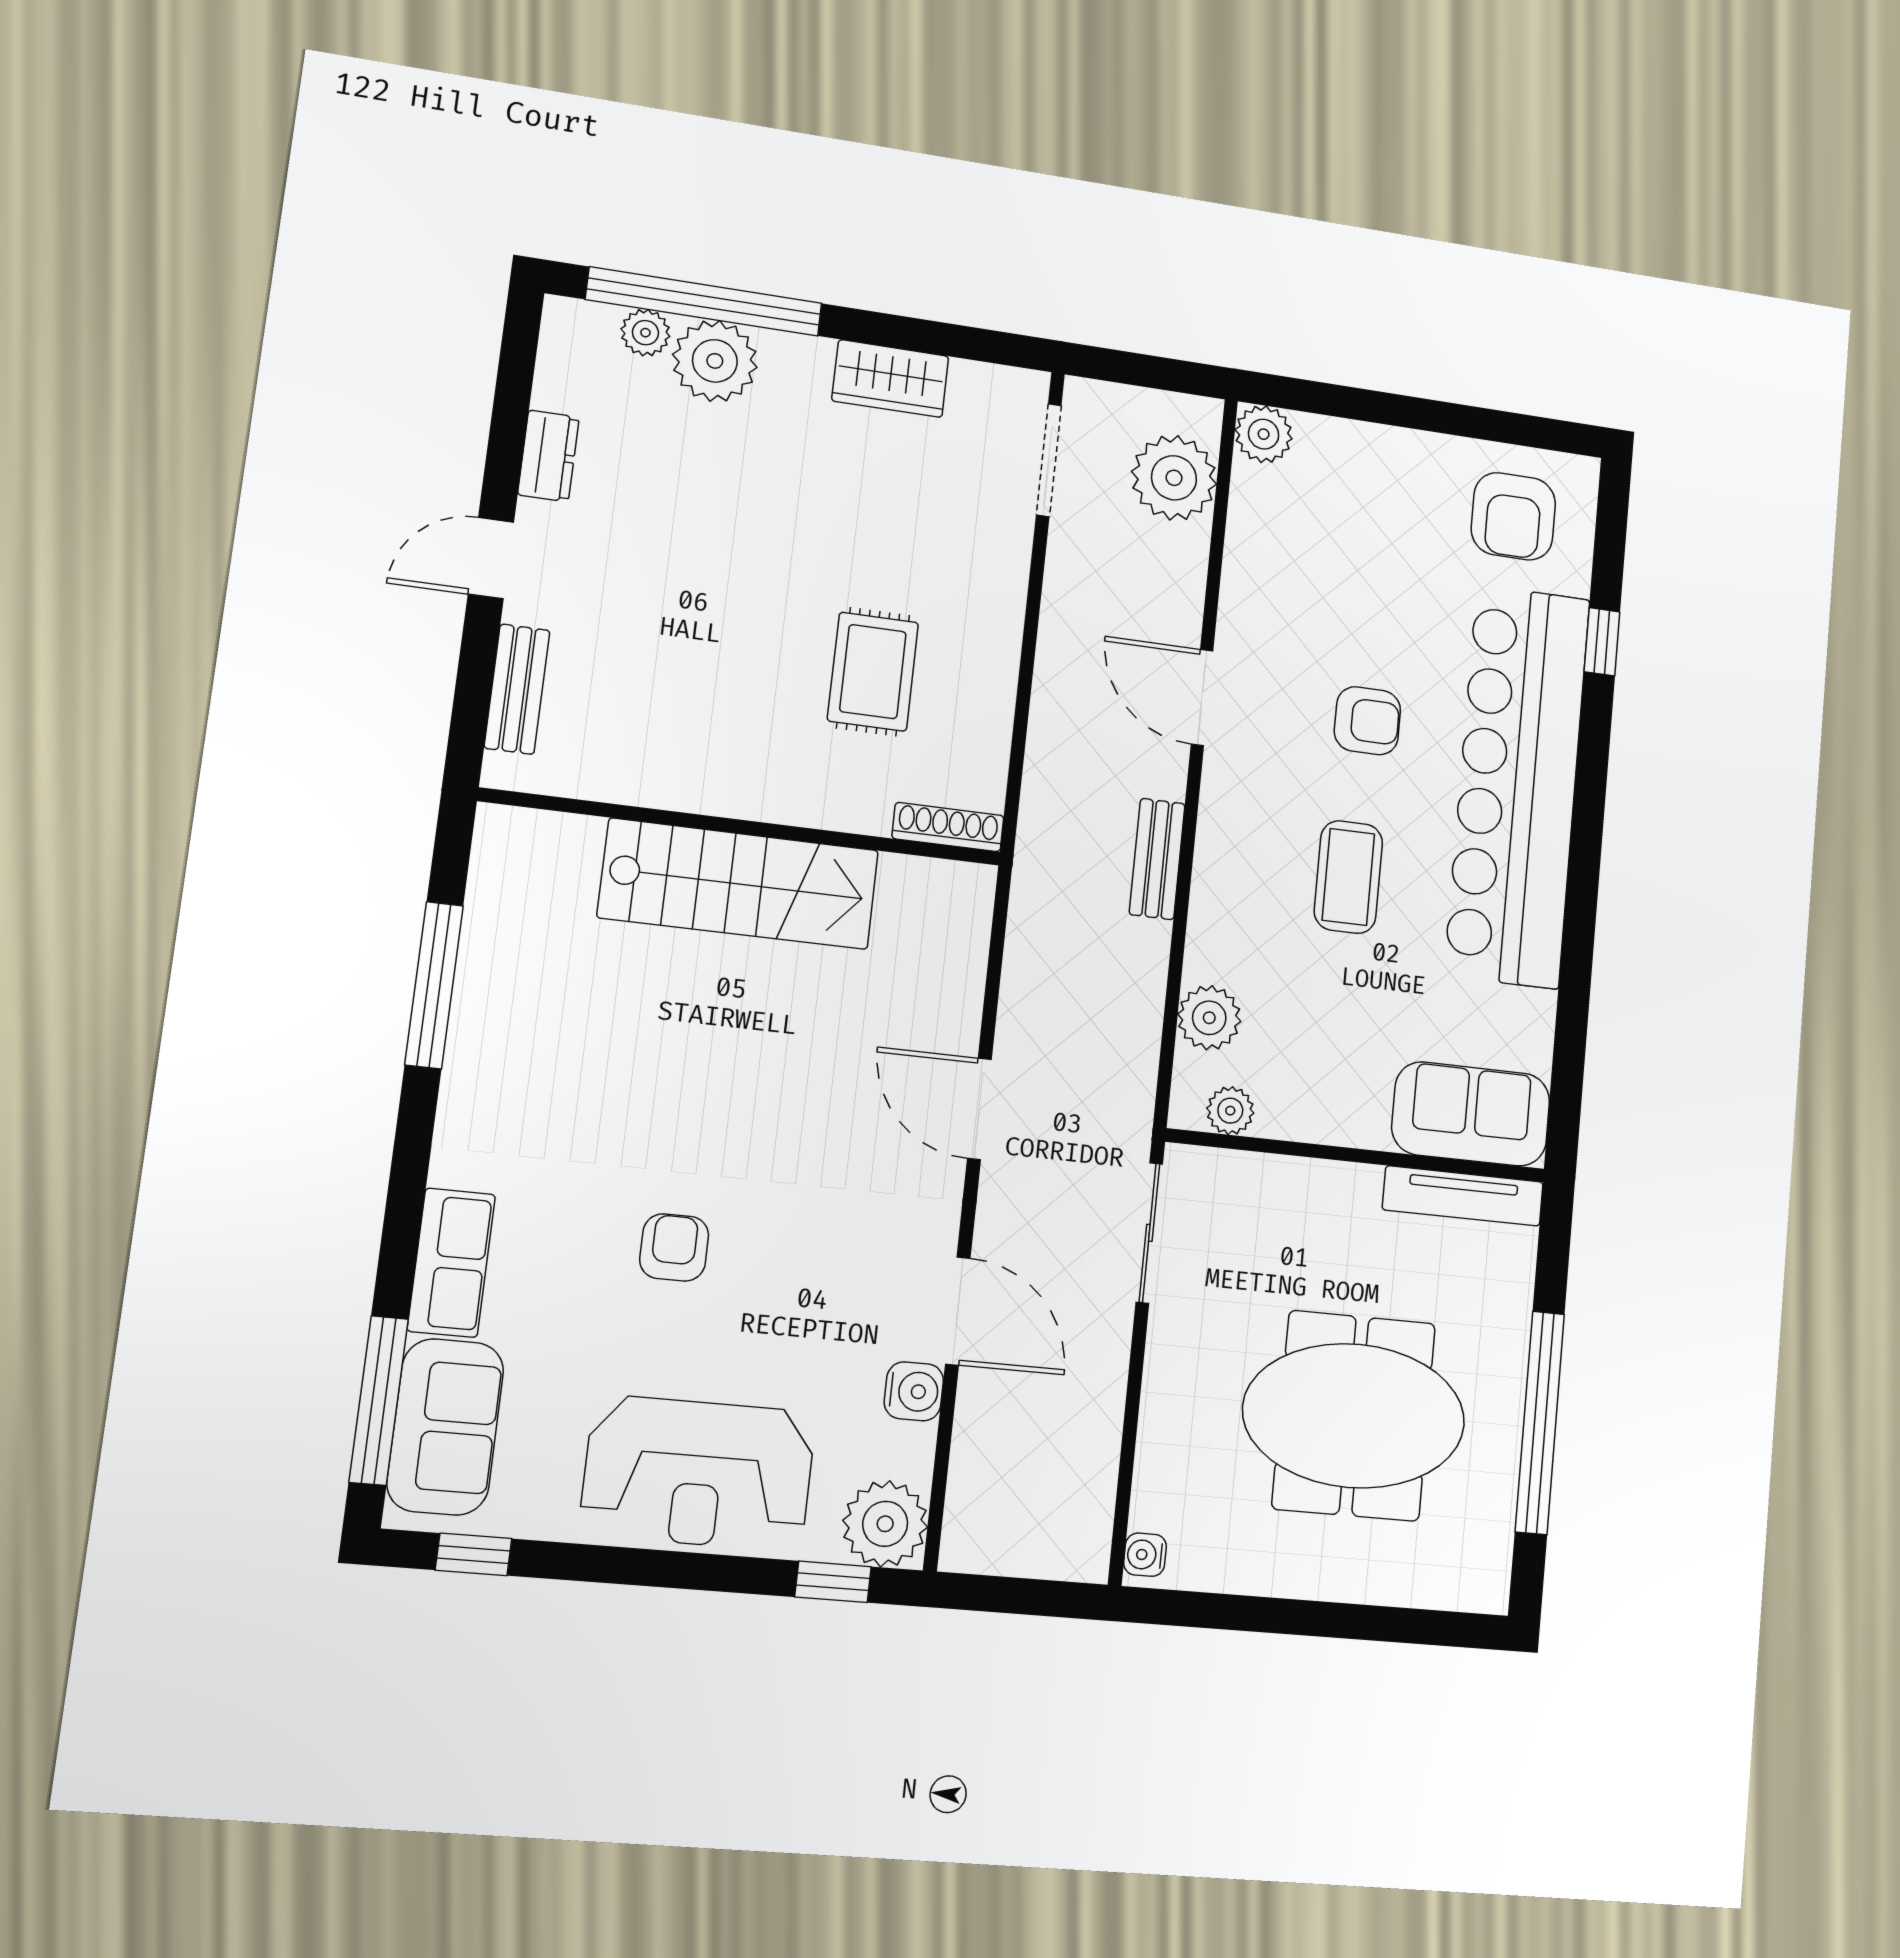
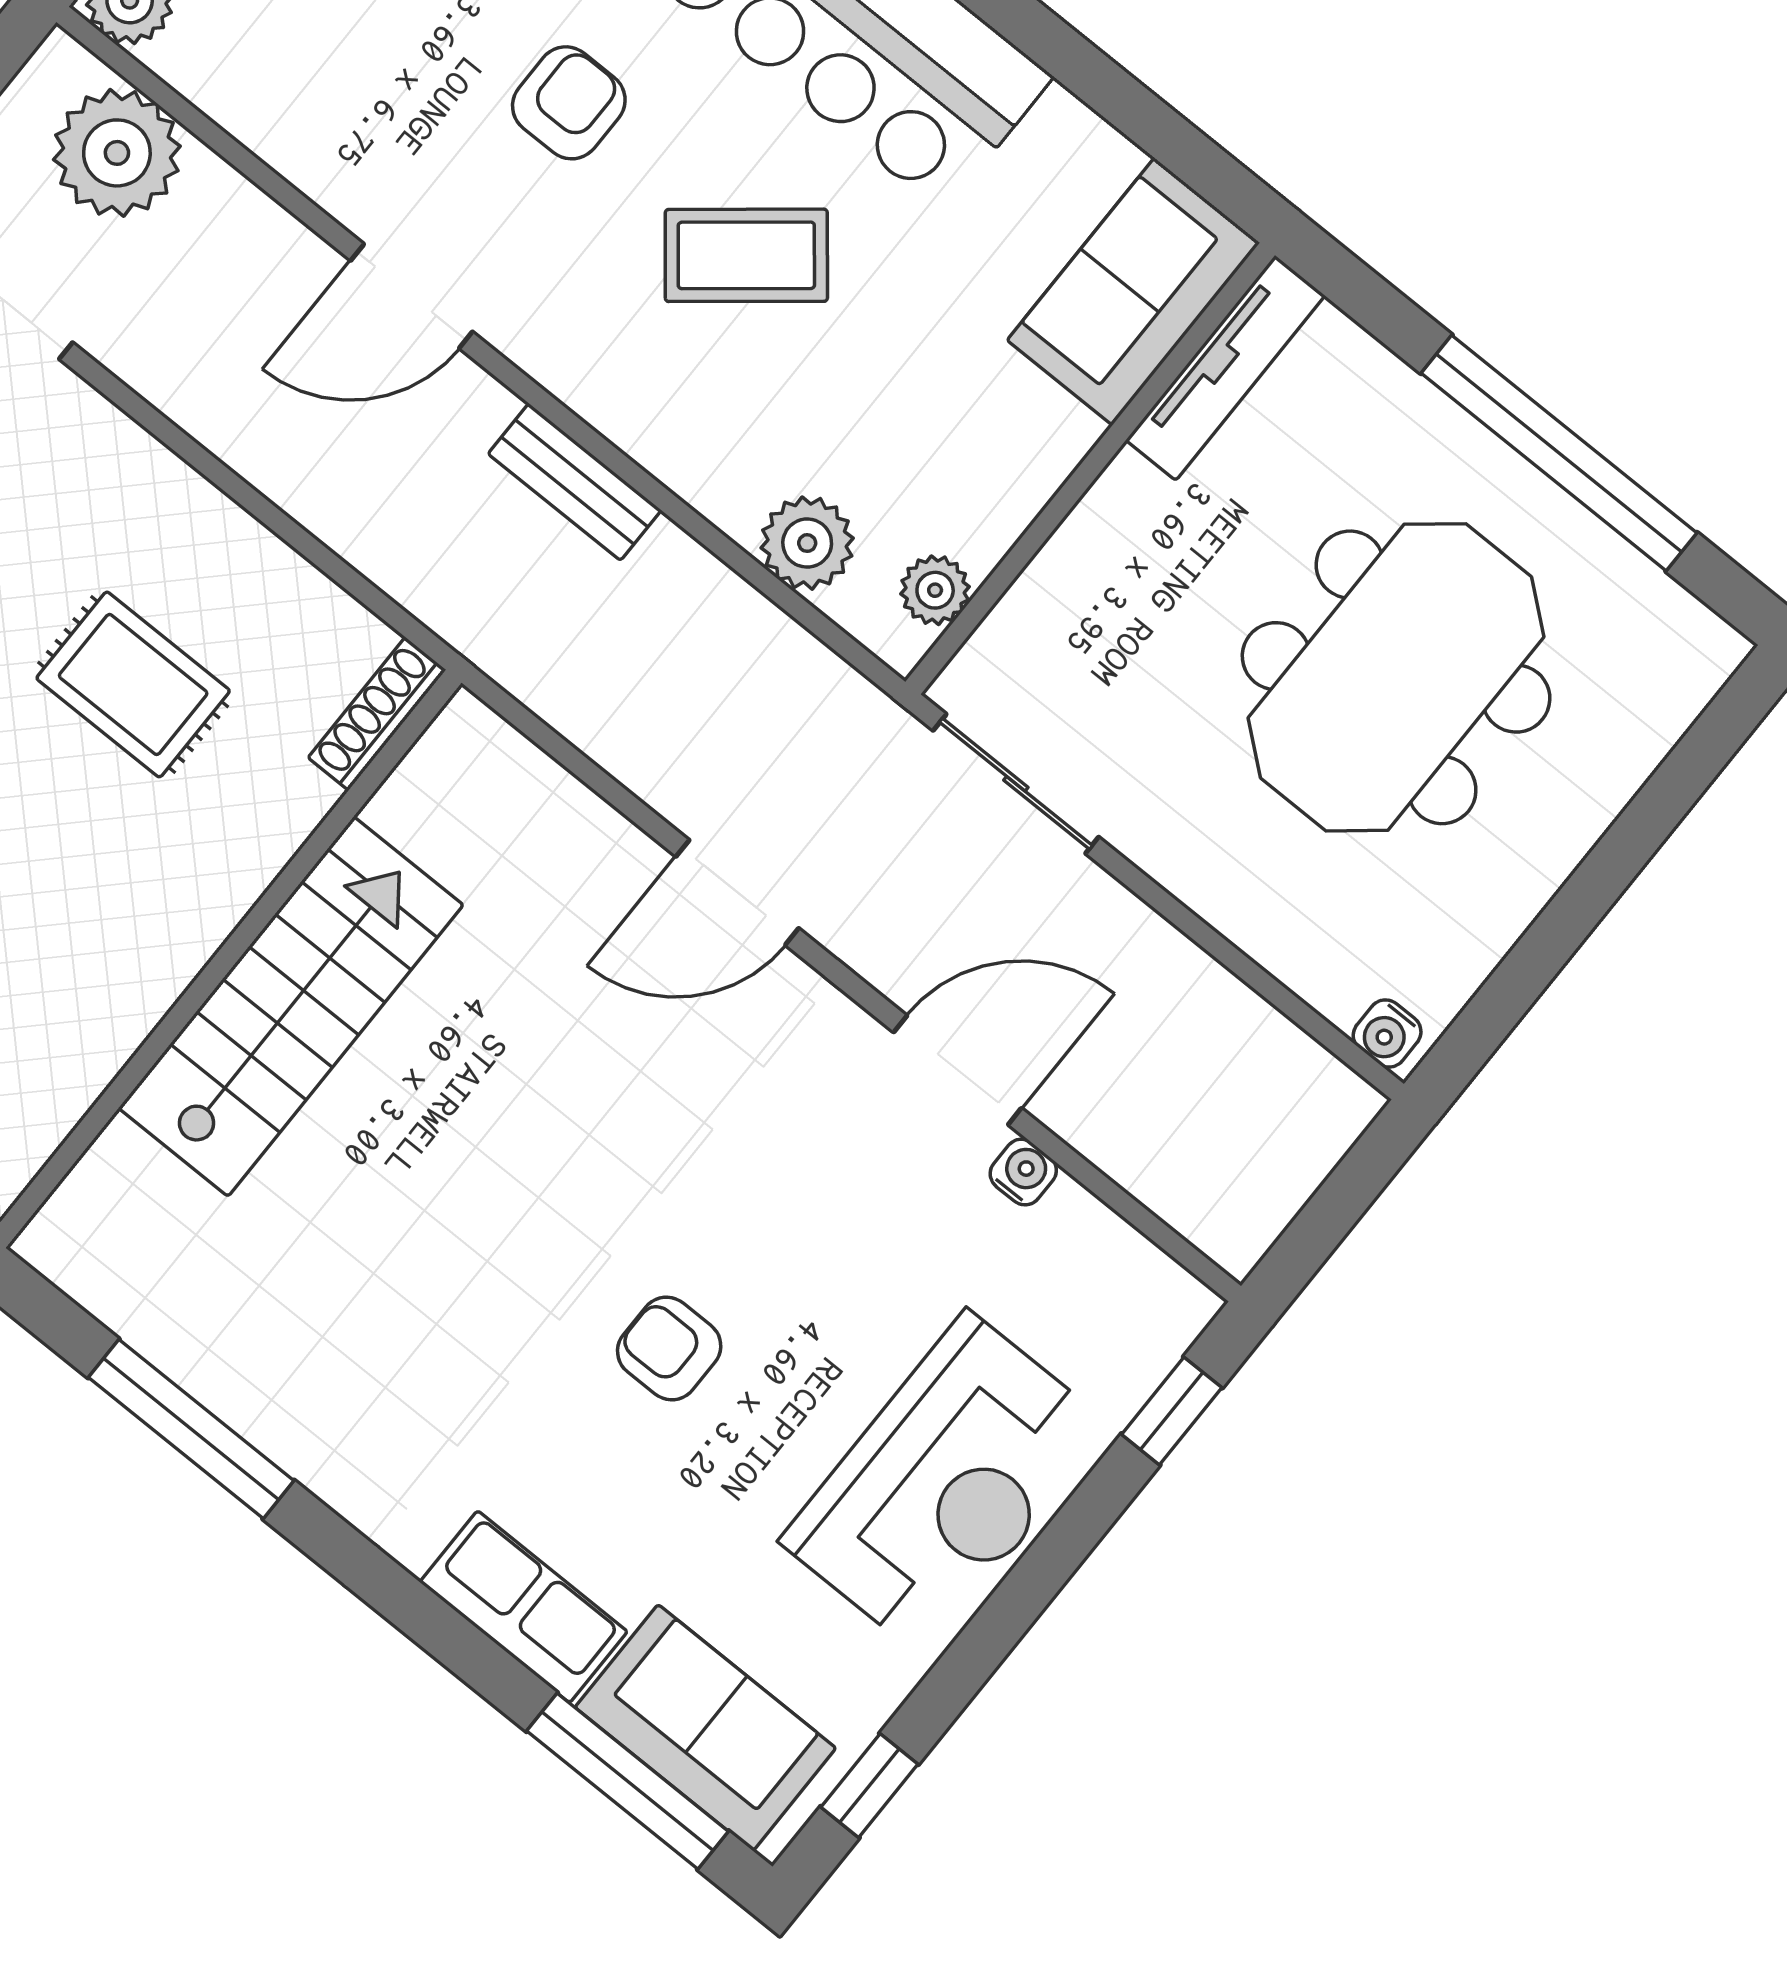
coffee table: (1348, 877) -> (746, 255), turned -39
water cooler: (914, 1391) -> (1023, 1172), width x0.72, depth x0.72
plant: (885, 1524) -> (1146, 1310), removed

